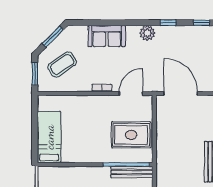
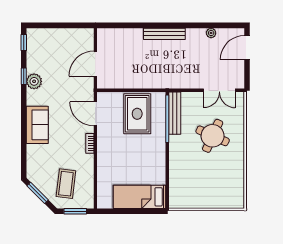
plant: (147, 33) -> (34, 81), moved
sofa: (107, 36) -> (37, 125), moved
coffee table: (62, 64) -> (66, 184), turned 41
door: (181, 94) -> (95, 64), width x0.73

